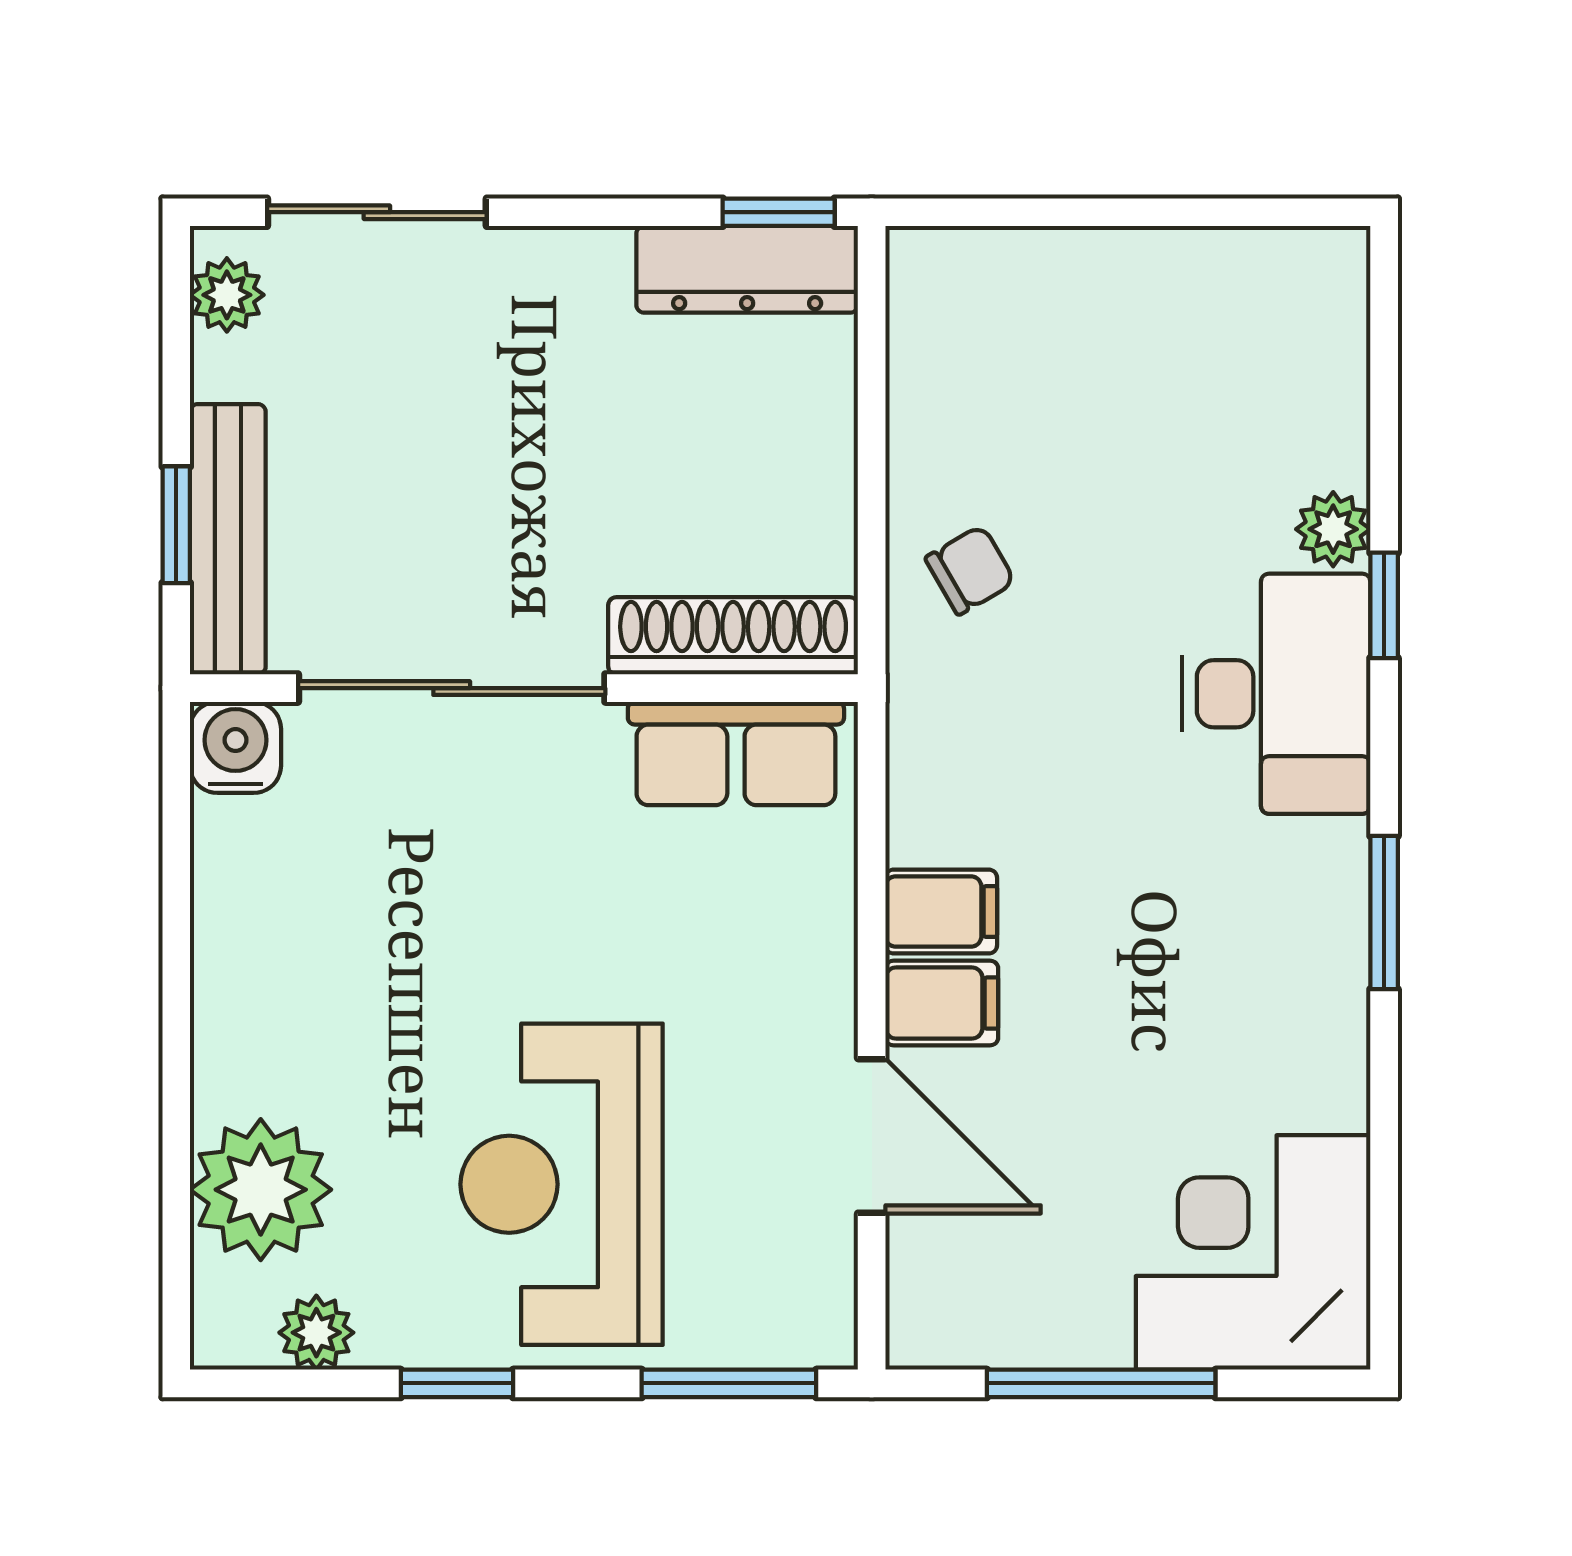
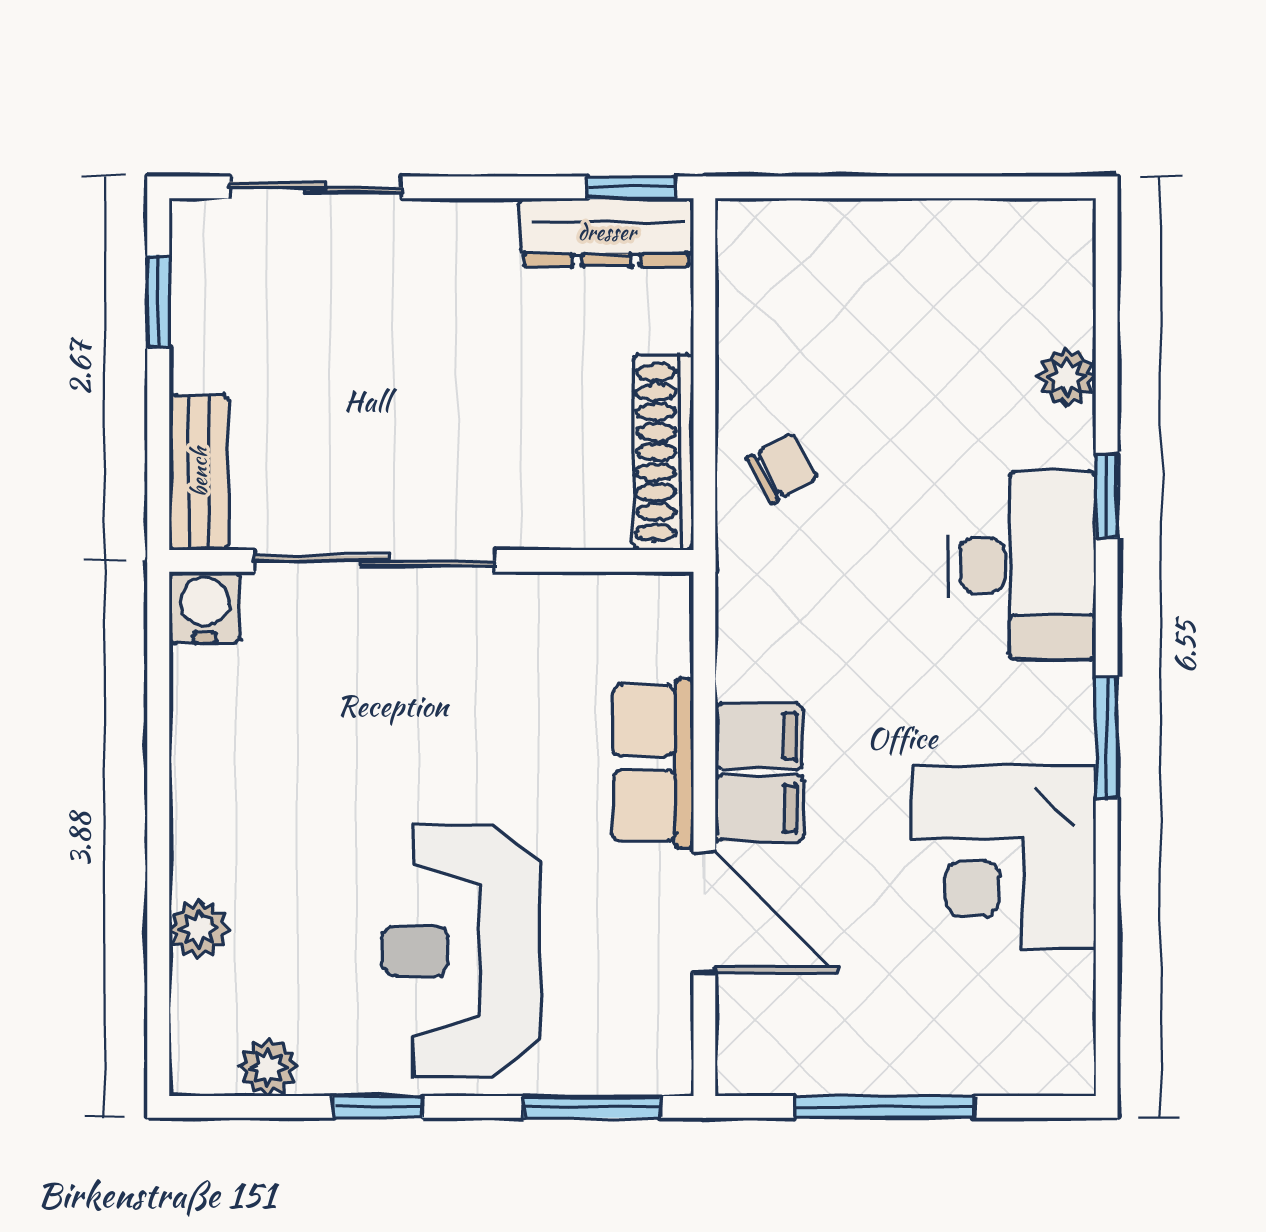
plant: (227, 295) -> (198, 252), removed
window: (176, 525) -> (158, 301), moved
plant: (1333, 529) -> (1067, 377), moved
bench: (228, 539) -> (199, 472), width x0.73
shoe rack: (733, 636) -> (663, 452), moved, turned -90
row of seats: (736, 753) -> (653, 763), moved, turned 90
plant: (261, 1190) -> (199, 929), width x0.53, depth x0.53
corner desk: (1253, 1252) -> (1004, 857), moved, turned -90

